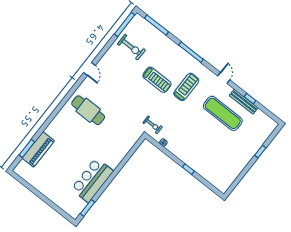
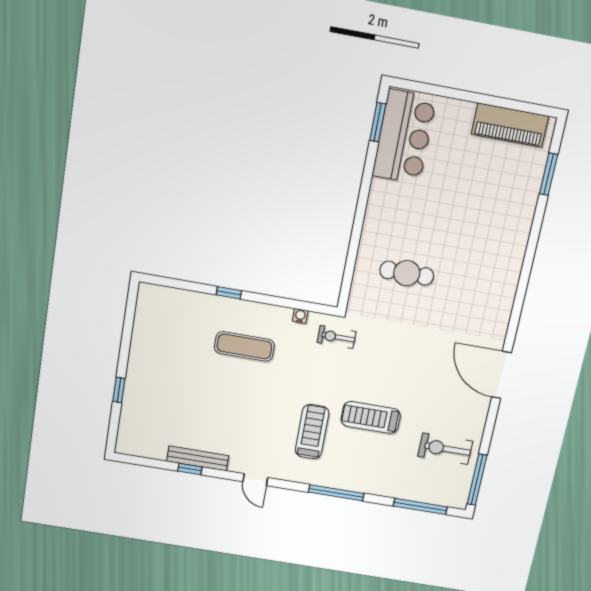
door: (89, 69) -> (502, 375), width x1.87
treadmill: (186, 87) -> (312, 432), turned 180
cafe table: (88, 110) -> (407, 273), moved, width x0.73, depth x0.74
exercise mat: (223, 113) -> (244, 346), moved, width x0.73, depth x0.69
piano: (38, 149) -> (510, 125), moved, turned -90
bar counter: (92, 180) -> (404, 137), moved

